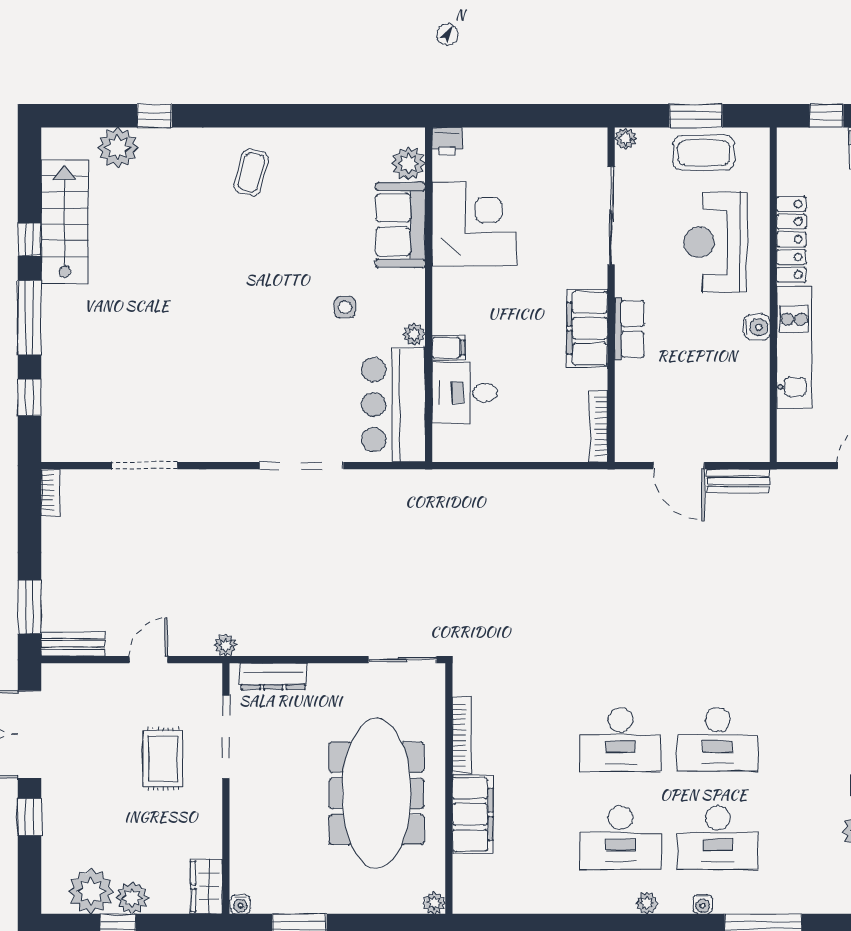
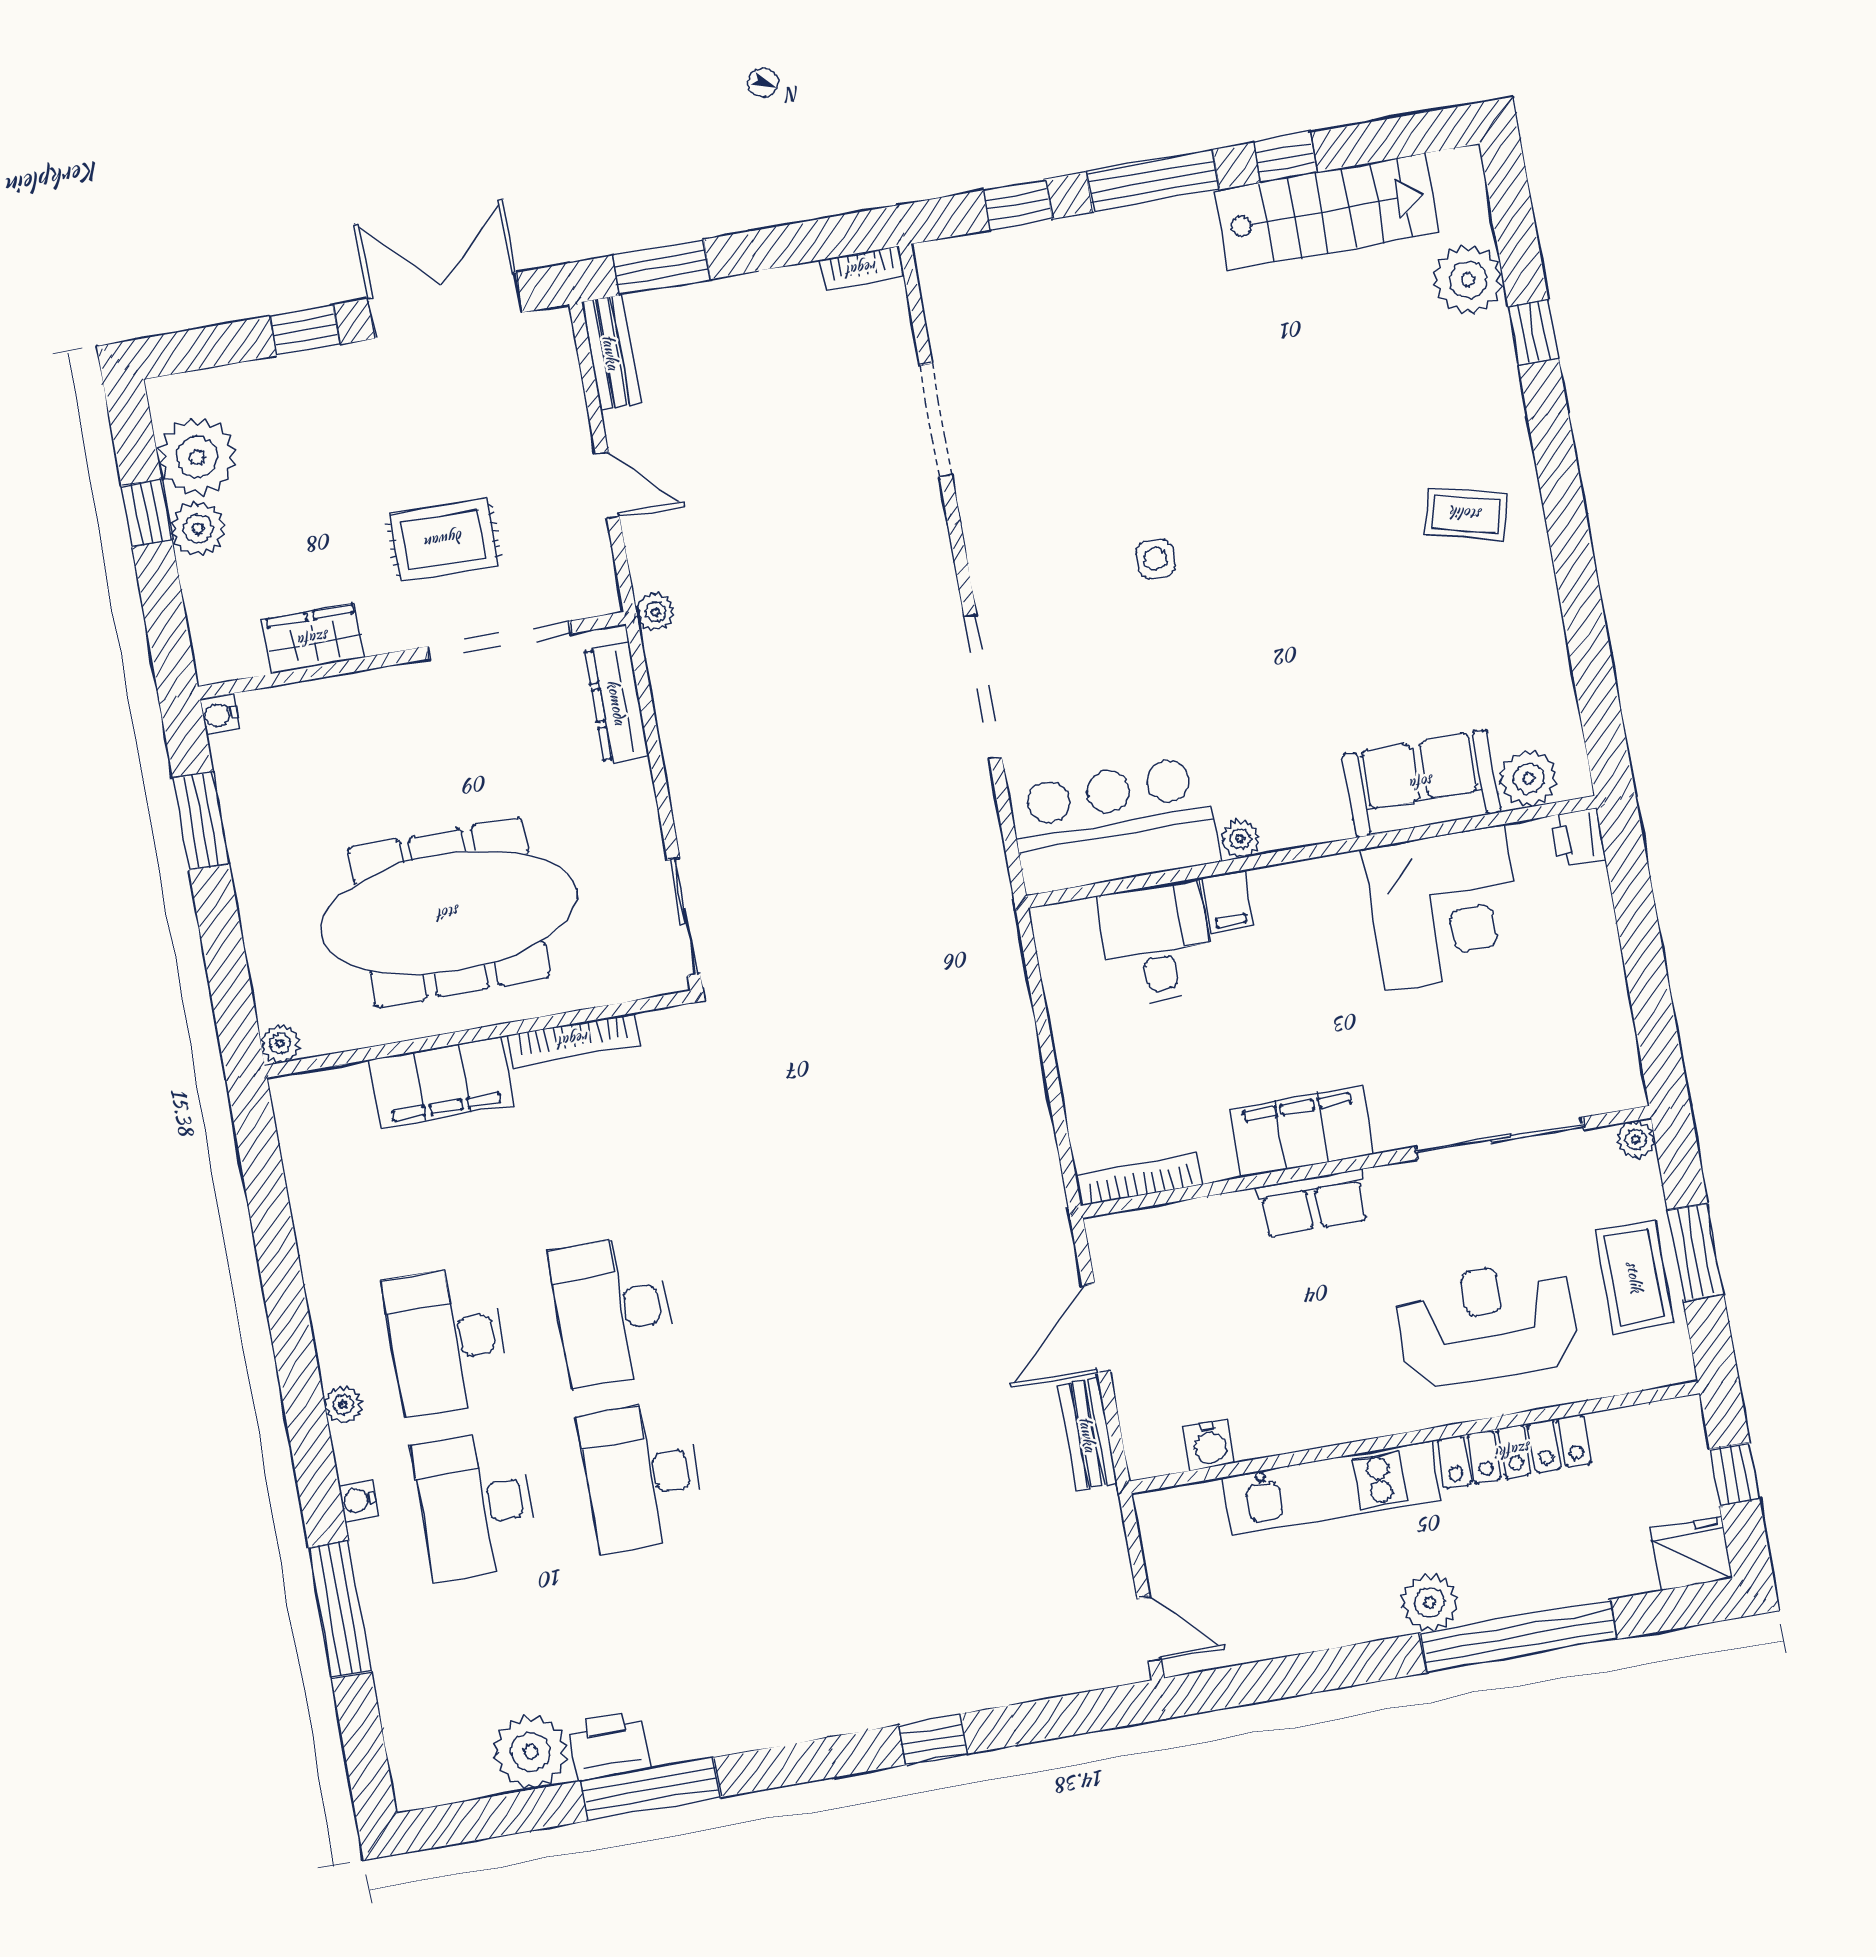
side table: (345, 307) -> (1155, 559), moved
water cooler: (757, 327) -> (1210, 1445), moved
wardrobe: (206, 887) -> (314, 639), moved

